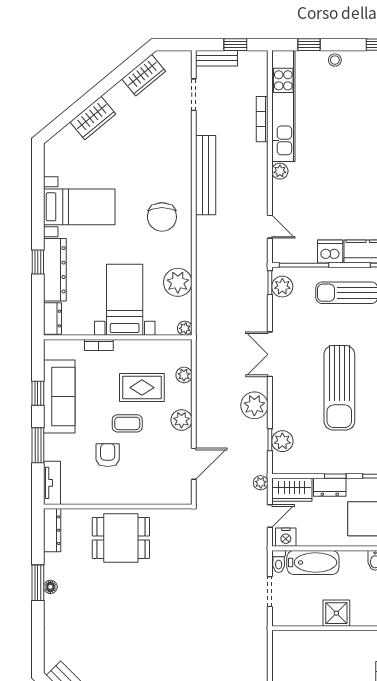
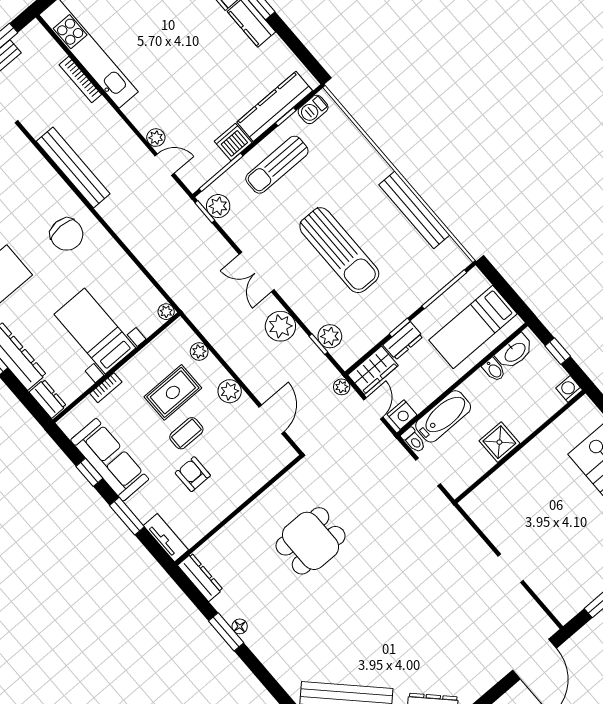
plant: (280, 171) -> (156, 138), moved
plant: (178, 282) -> (127, 278), removed
dining table: (121, 538) -> (310, 541), moved

